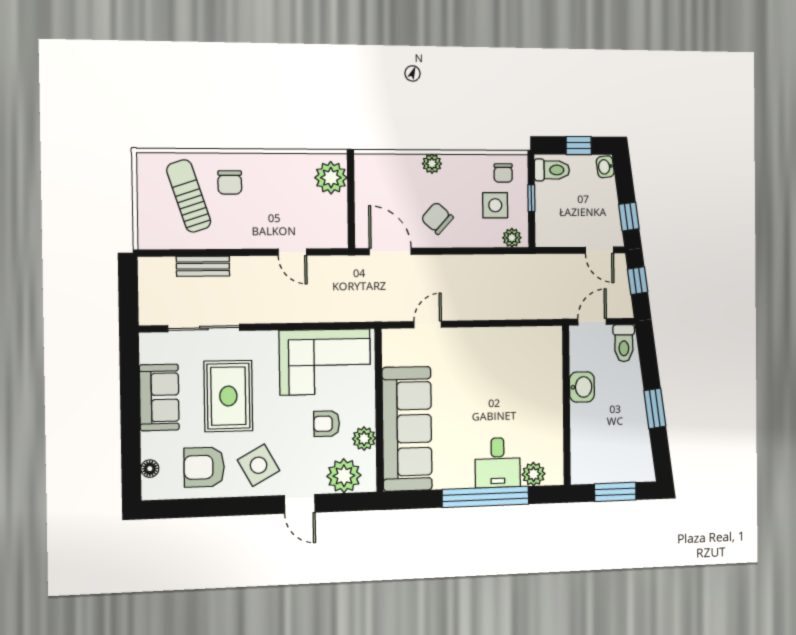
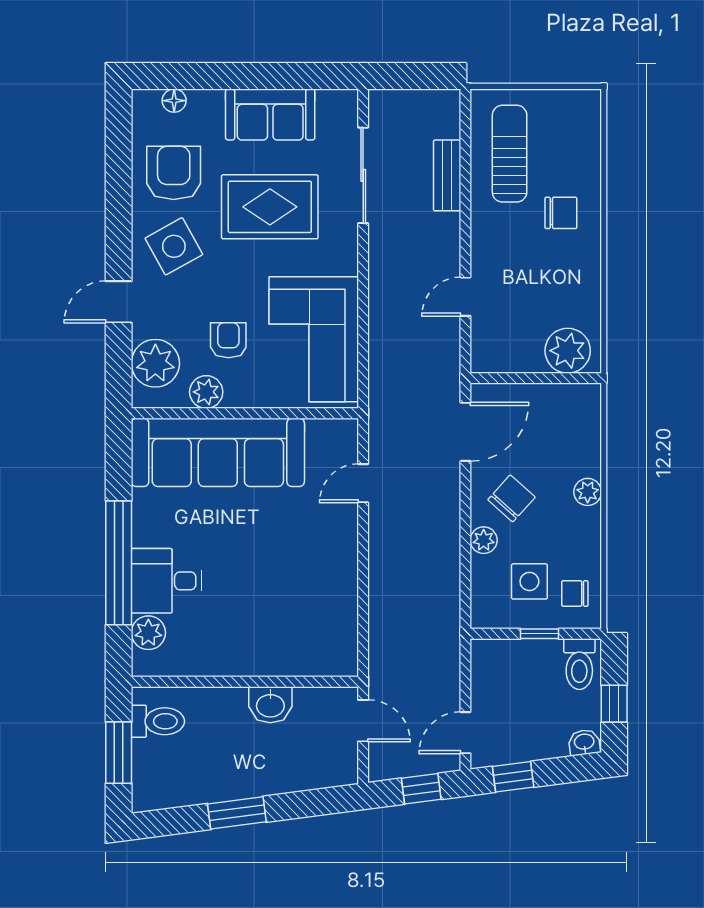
chair: (230, 182) -> (561, 213), turned 180
sun lounger: (189, 196) -> (510, 154), moved, turned -72
plant: (512, 238) -> (484, 540), moved
door: (428, 324) -> (363, 483), swing flipped
toilet: (624, 343) -> (158, 721), moved, turned 180

